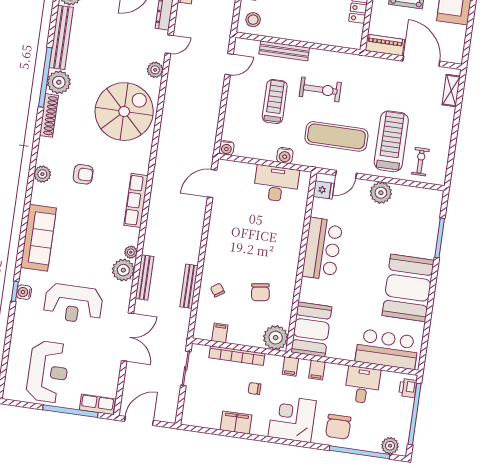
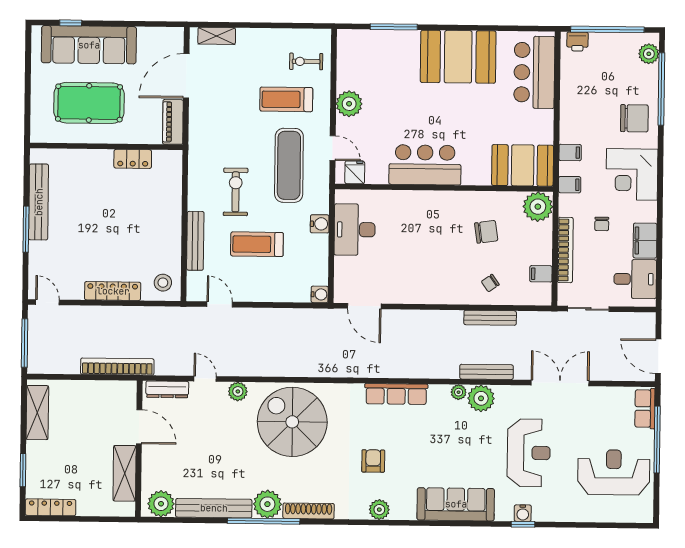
treadmill: (391, 141) -> (286, 99), width x0.73, depth x0.73
desk: (362, 385) -> (635, 279), moved, turned 180

